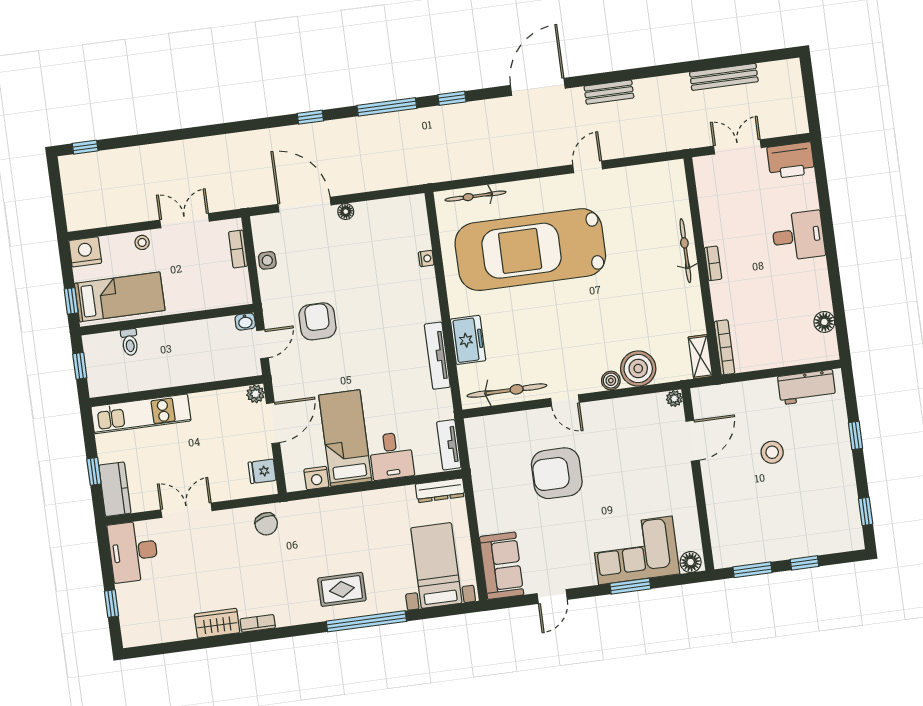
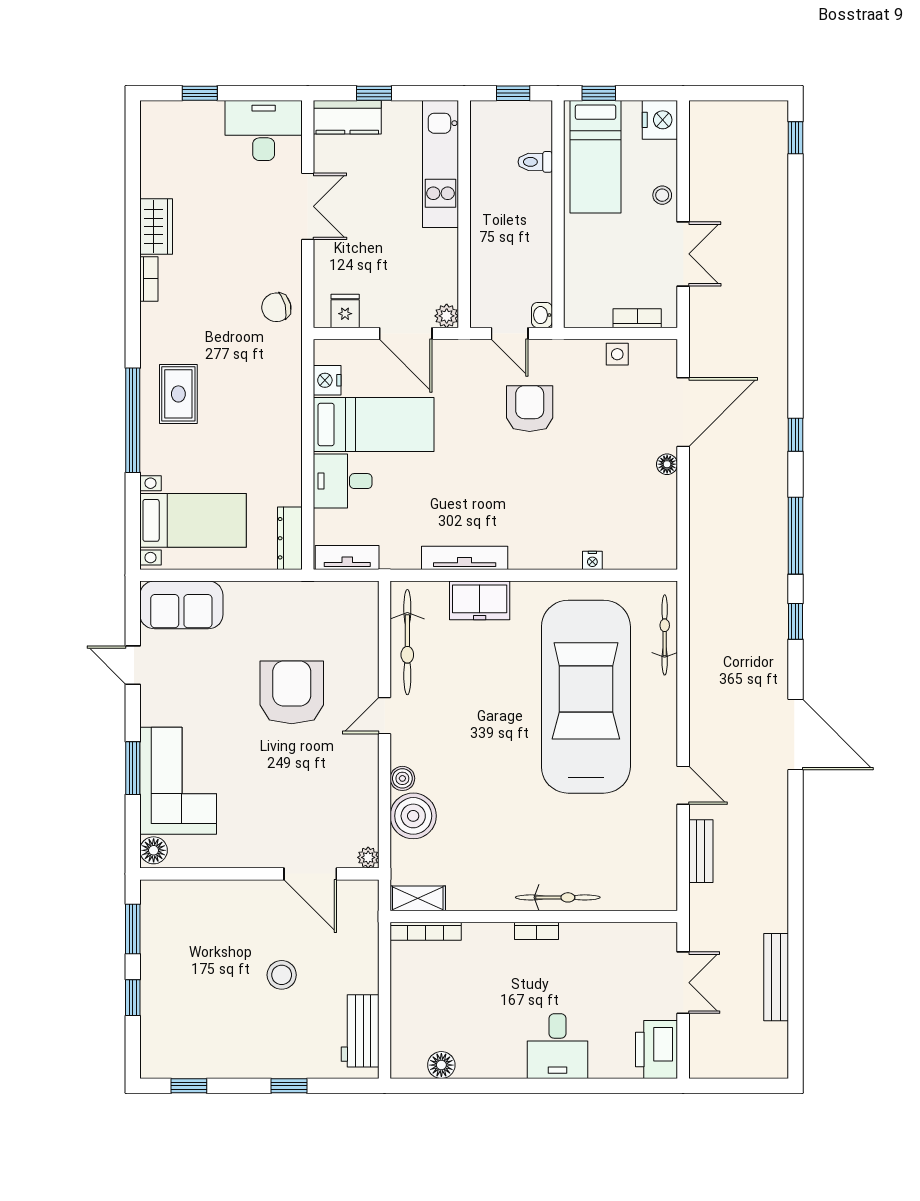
bench: (609, 92) -> (701, 851), moved
armchair: (318, 321) -> (530, 409), turned -90

